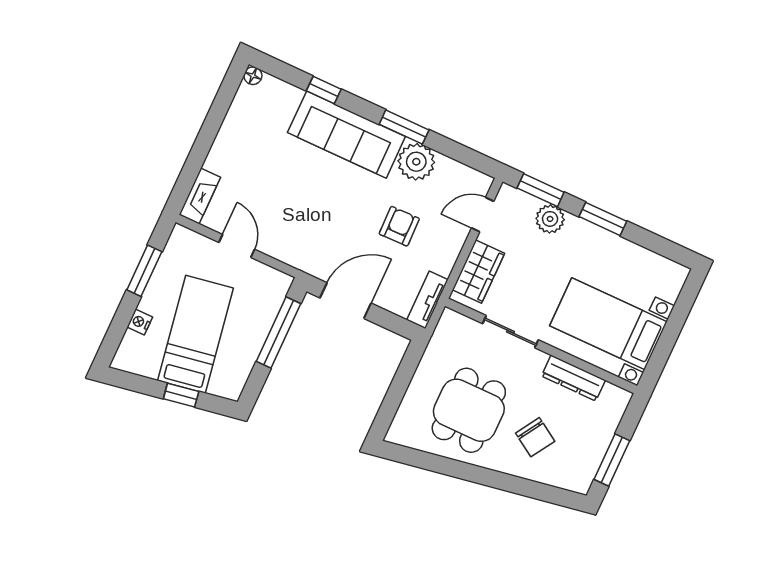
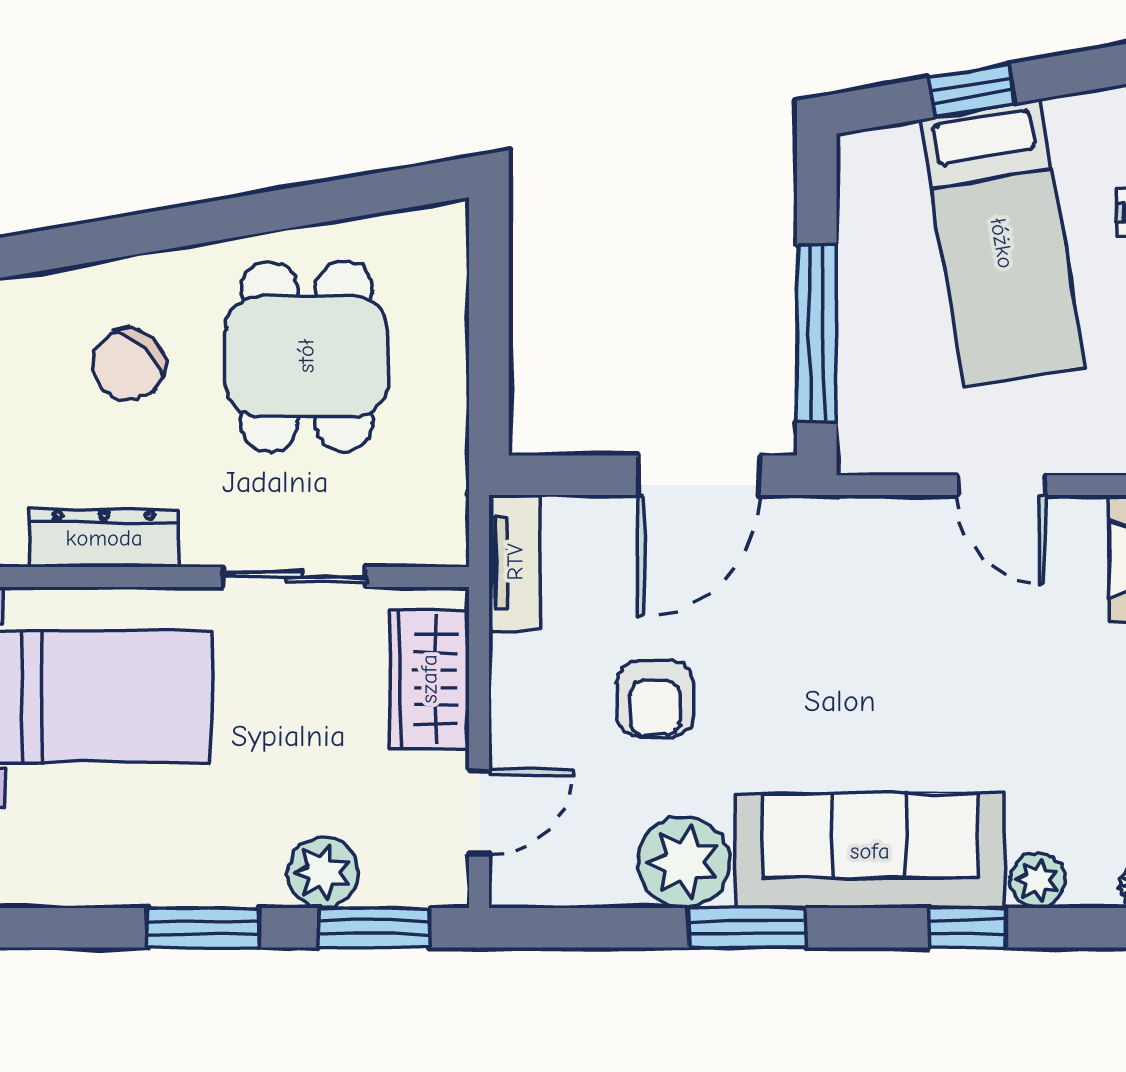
plant: (290, 95) -> (1038, 880), added
chair: (535, 437) -> (129, 365), turned -79

